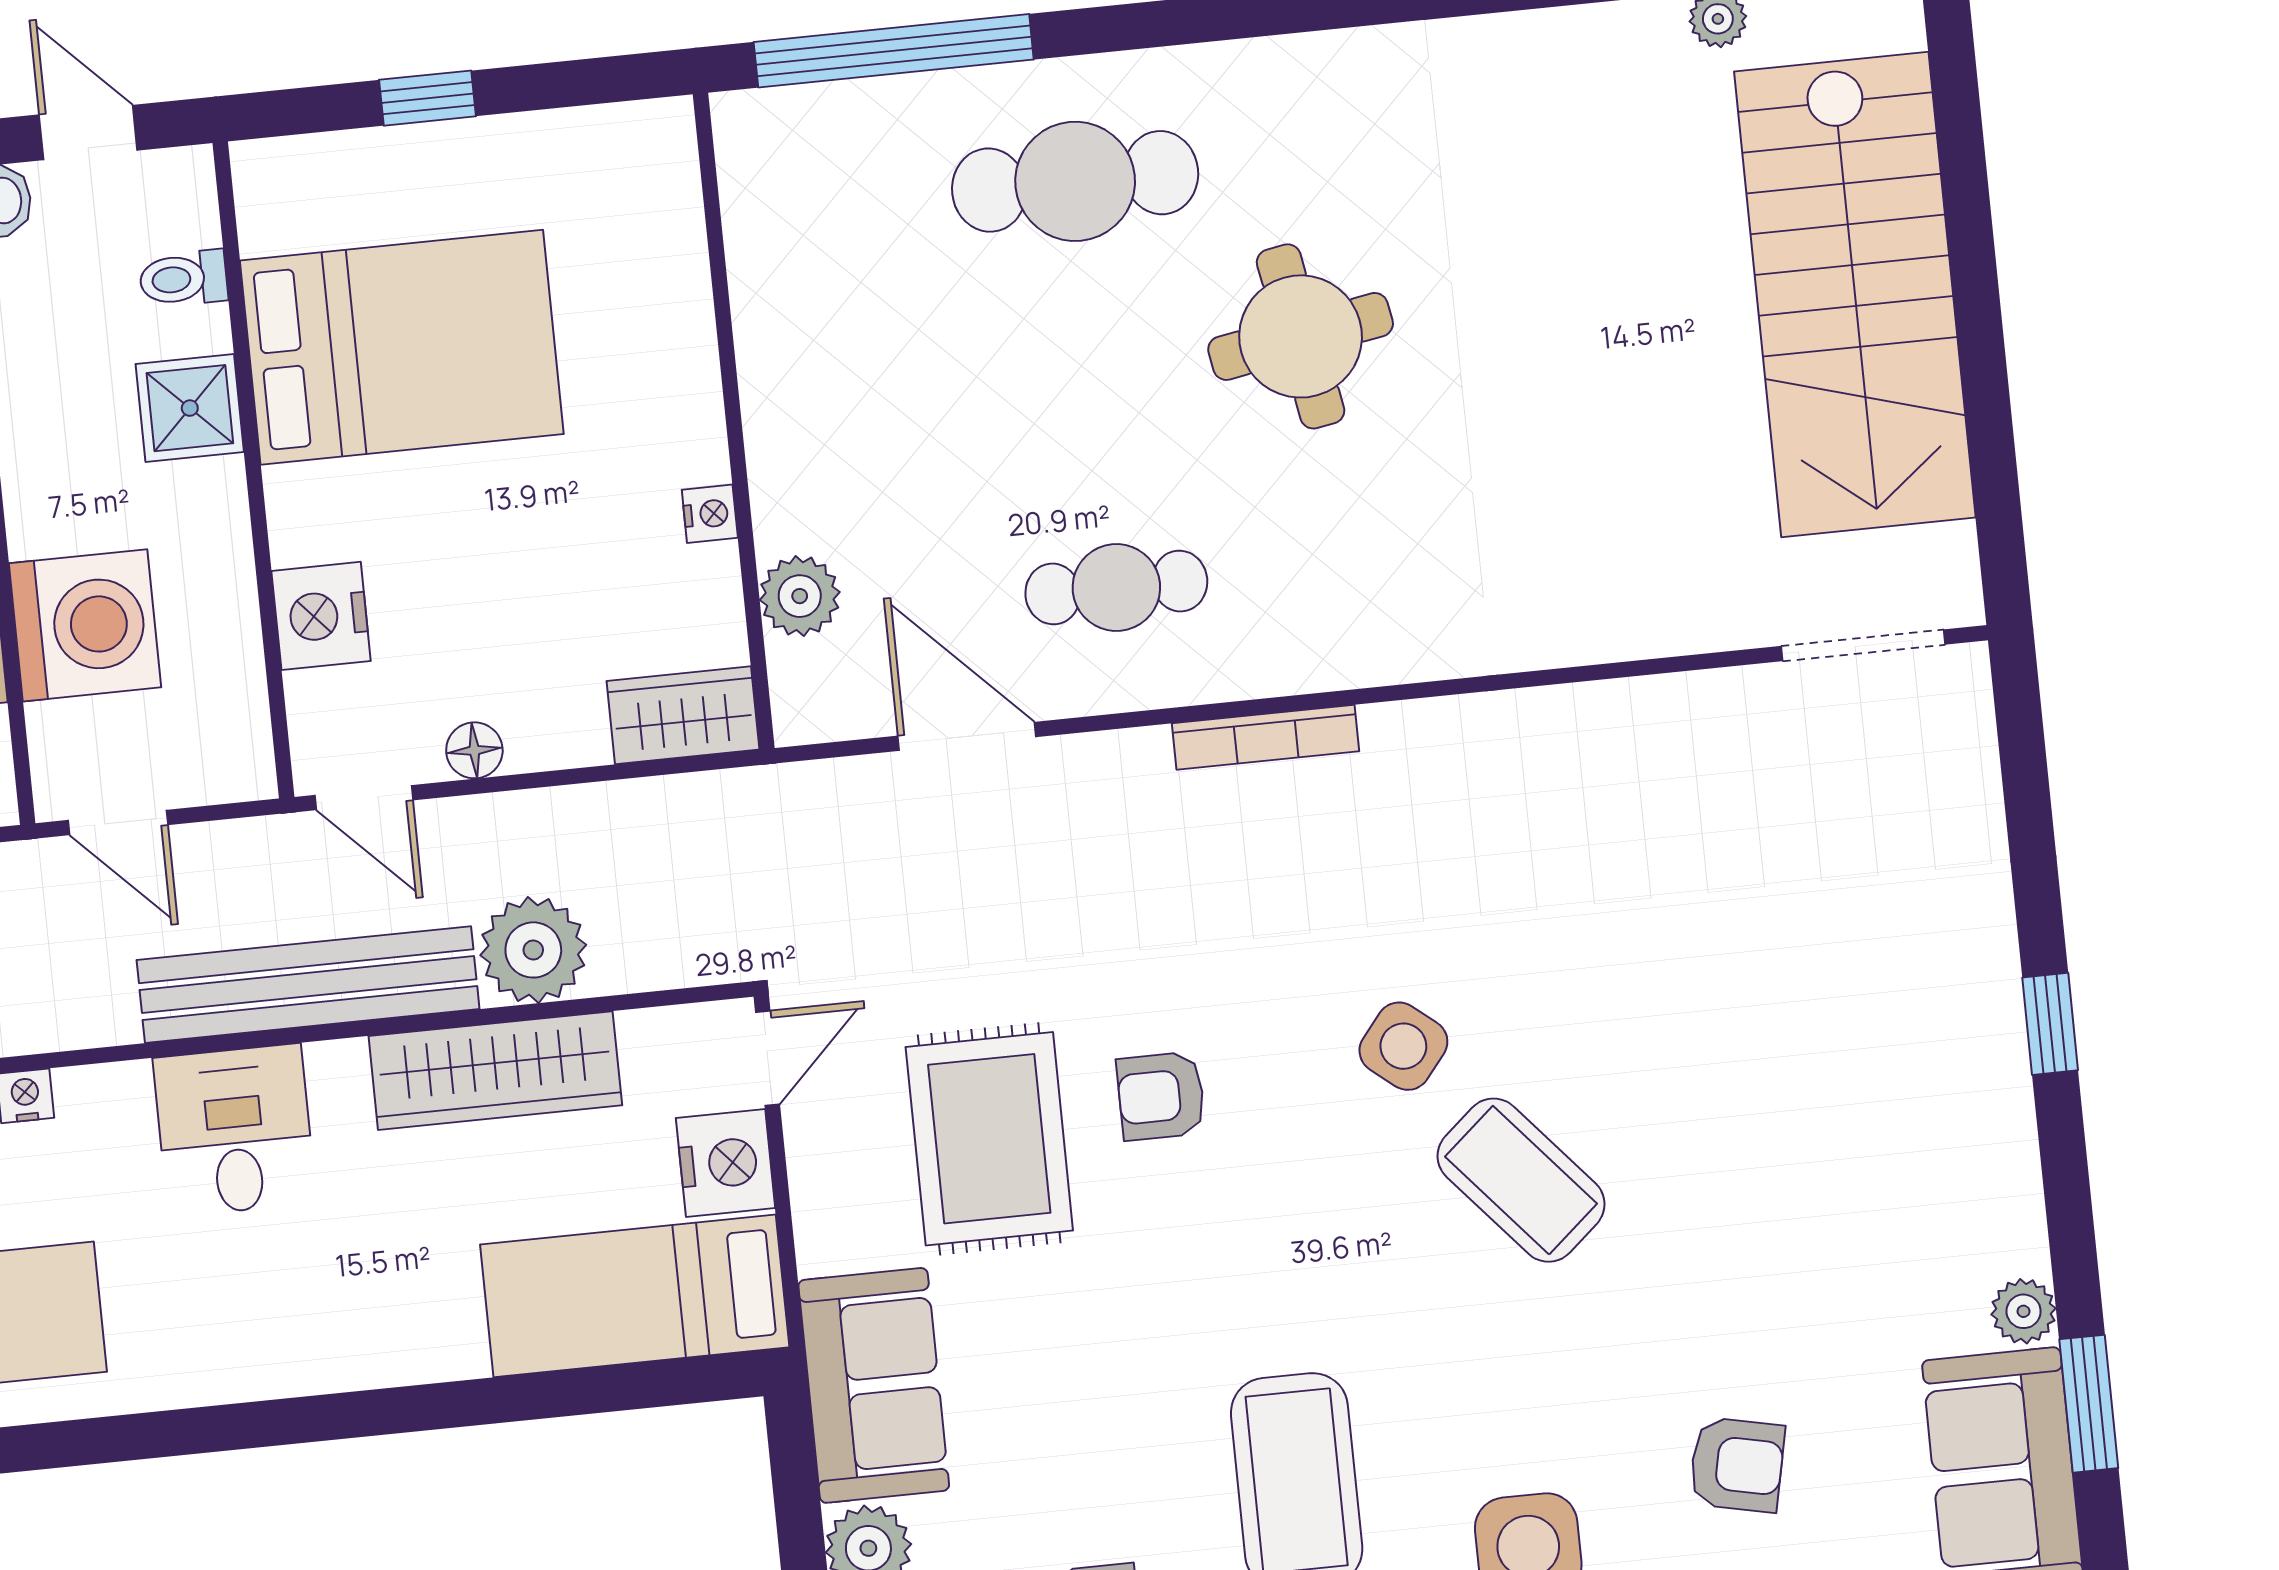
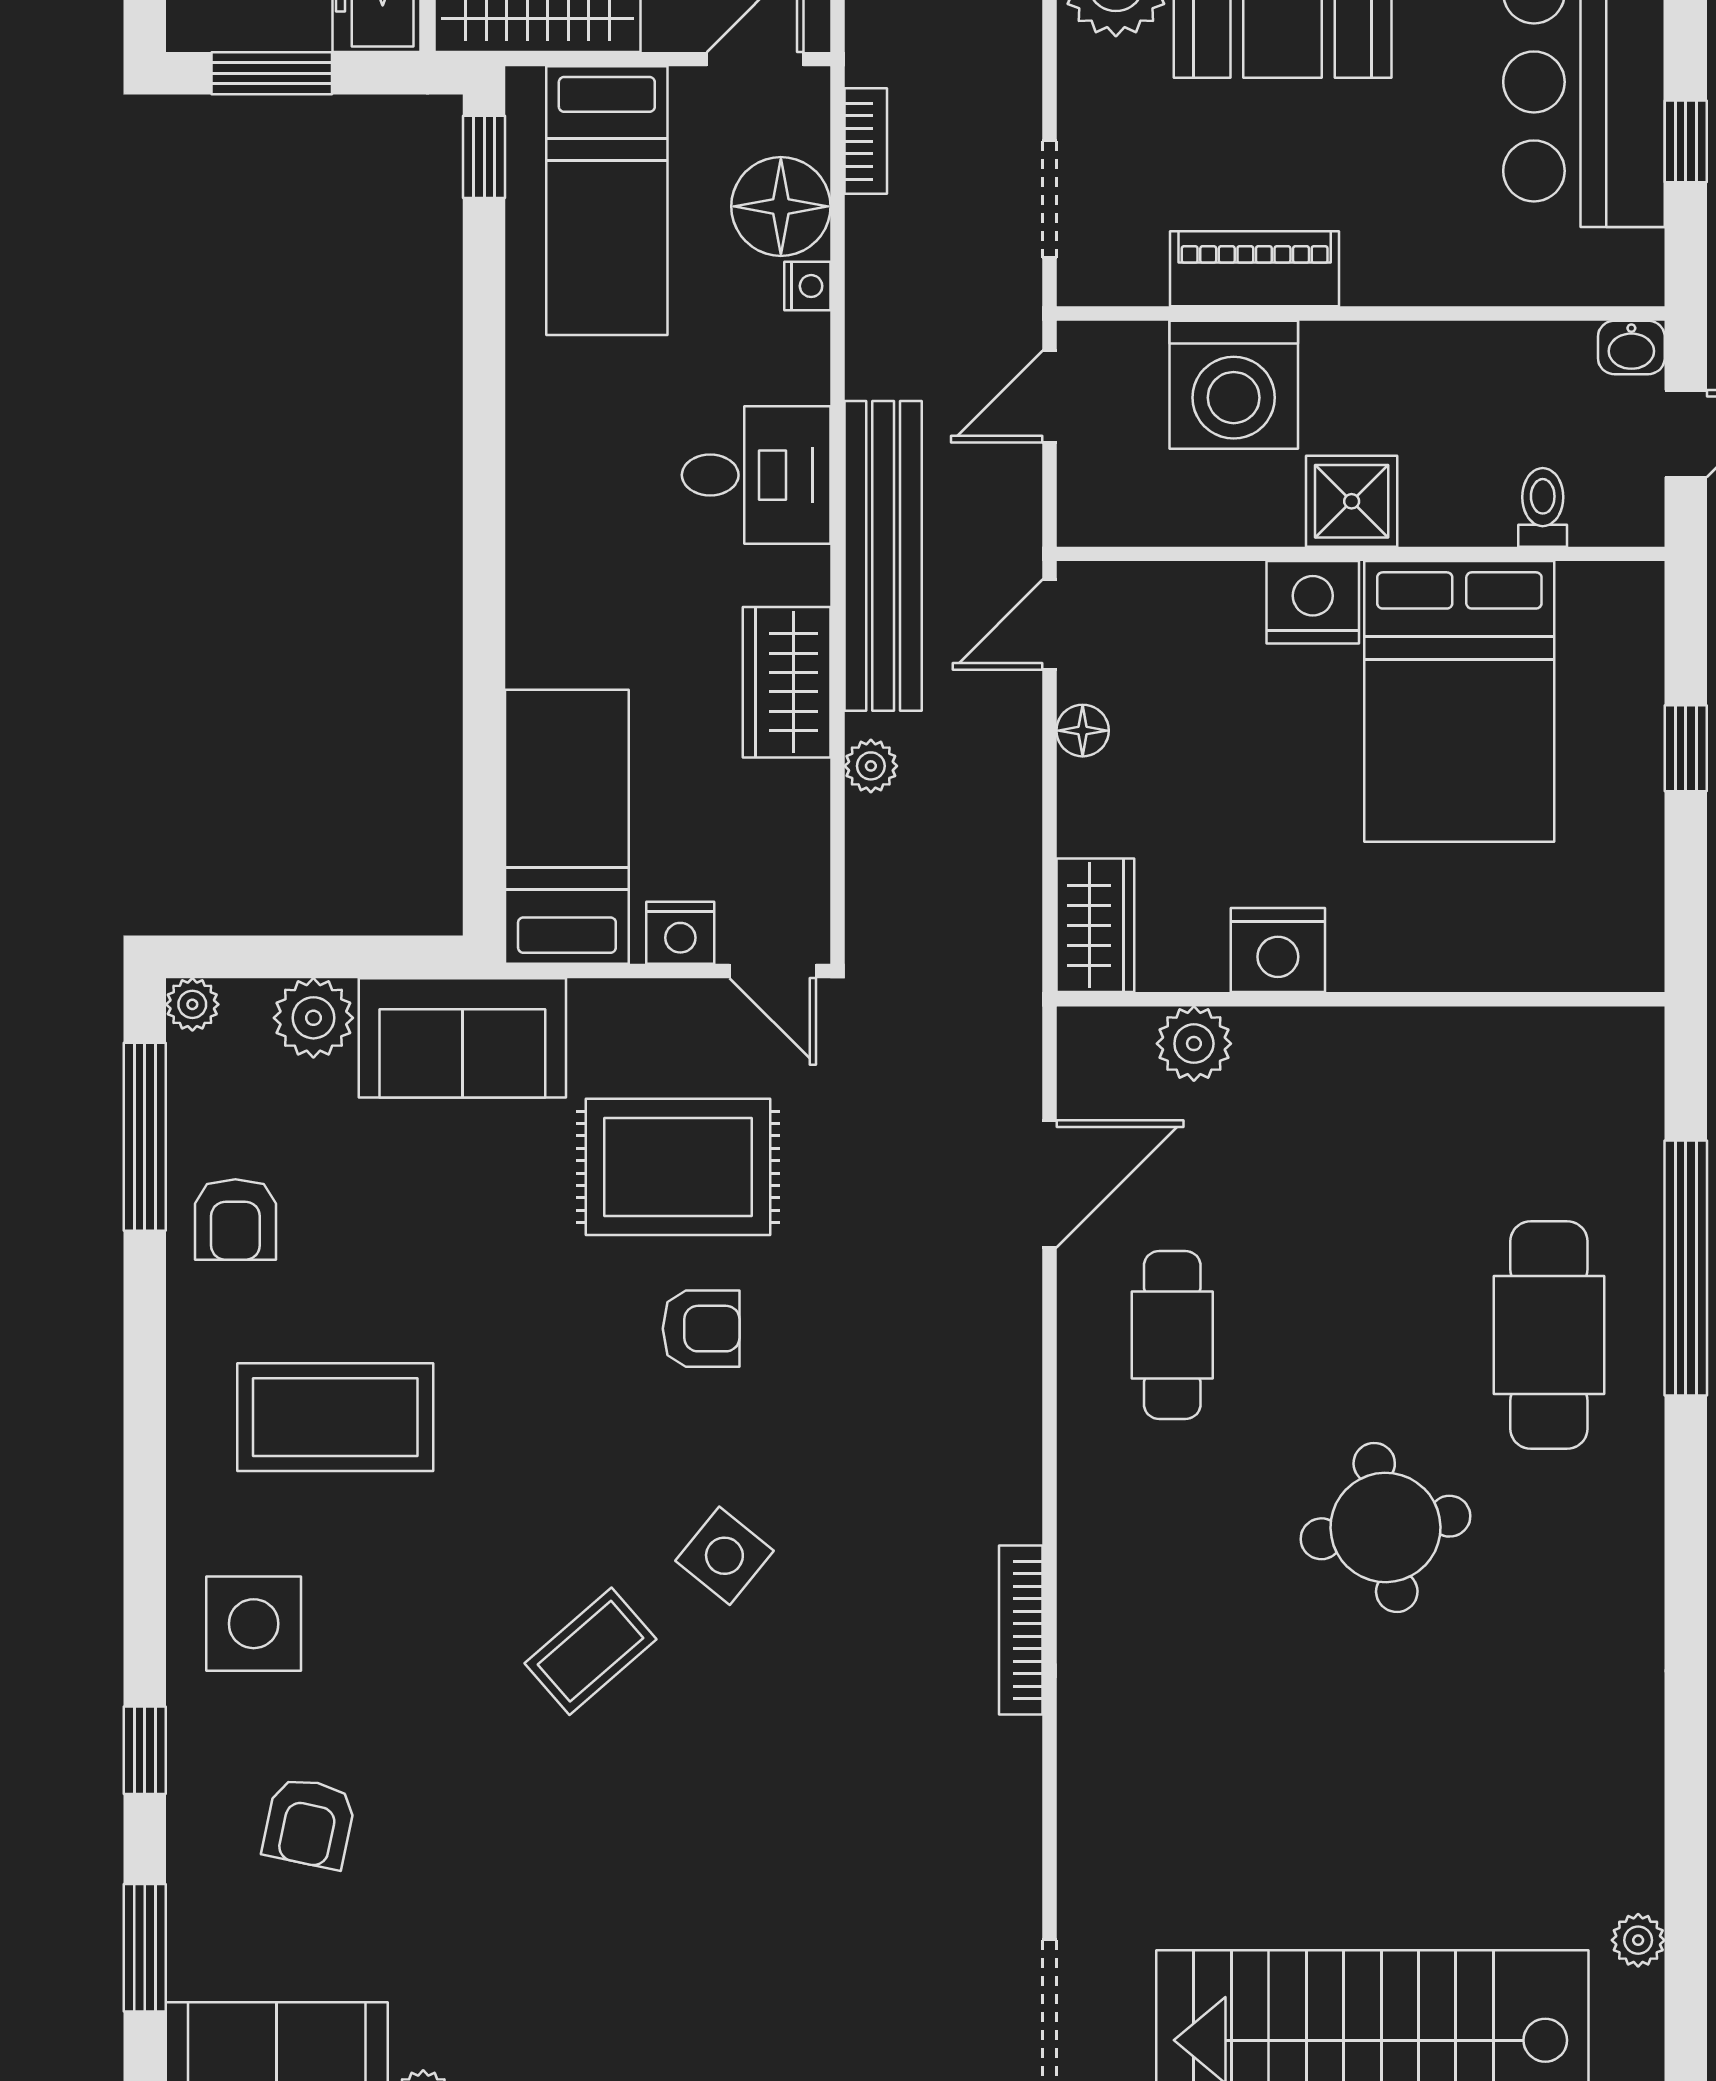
window: (894, 51) -> (1686, 1268), moved
shower: (190, 408) -> (1352, 501), moved
nightstand: (710, 514) -> (1278, 950), width x1.89, depth x1.79
nightstand: (321, 616) -> (1313, 602), moved
bookcase: (1266, 737) -> (1021, 1630), moved
plant: (533, 950) -> (871, 766), width x0.53, depth x0.53
wardrobe: (495, 1071) -> (787, 682), width x0.67
armchair: (1161, 1096) -> (701, 1329), turned 90
nightstand: (726, 1163) -> (680, 933), width x0.74, depth x0.75
coffee table: (1521, 1180) -> (591, 1651), width x0.73, depth x0.77

